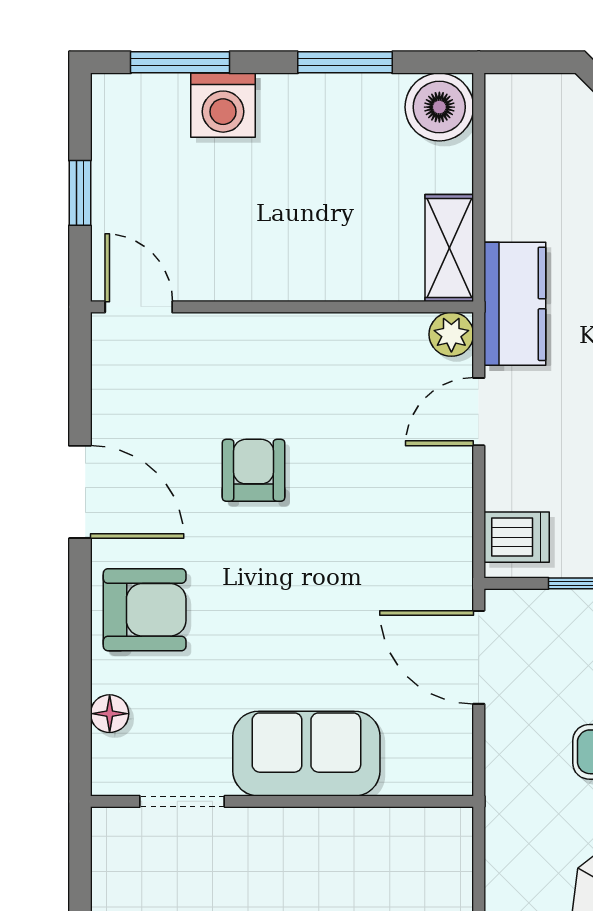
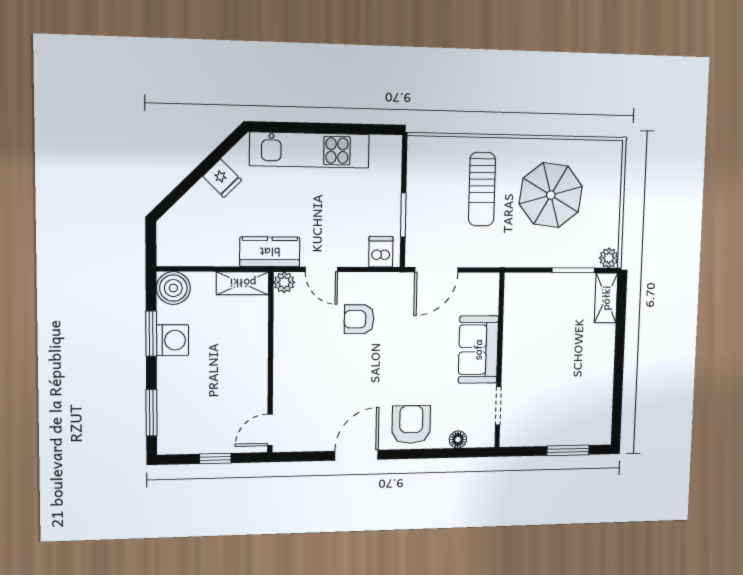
washing machine: (223, 105) -> (172, 340), moved
armchair: (253, 470) -> (359, 319), moved

